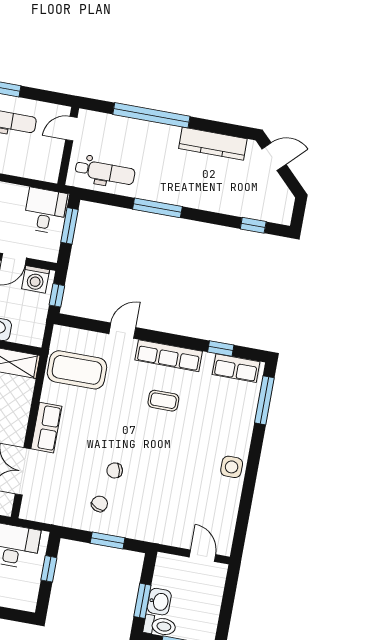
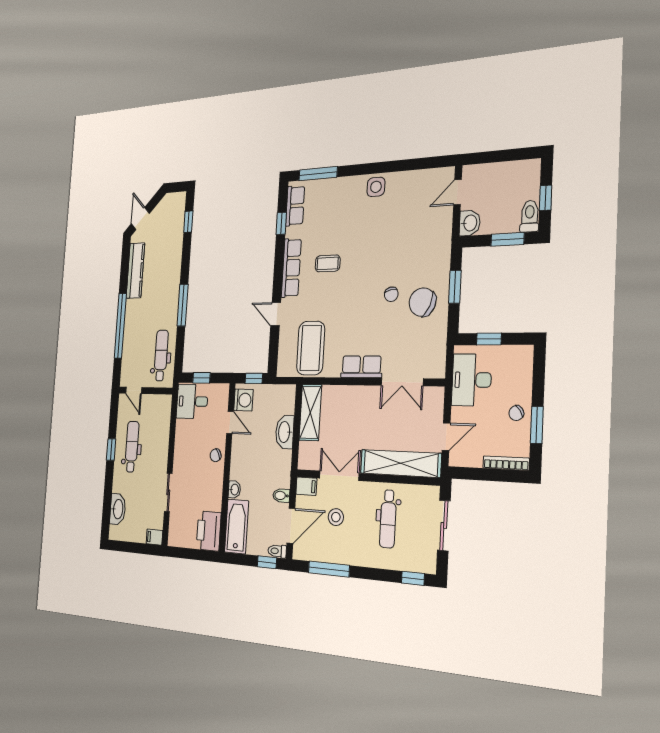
window: (70, 226) -> (201, 378), width x0.67
coffee table: (163, 401) -> (328, 263), turned 90
chair: (99, 504) -> (422, 302), width x1.87, depth x1.87
washbasin: (159, 602) -> (470, 223), moved, turned 90

